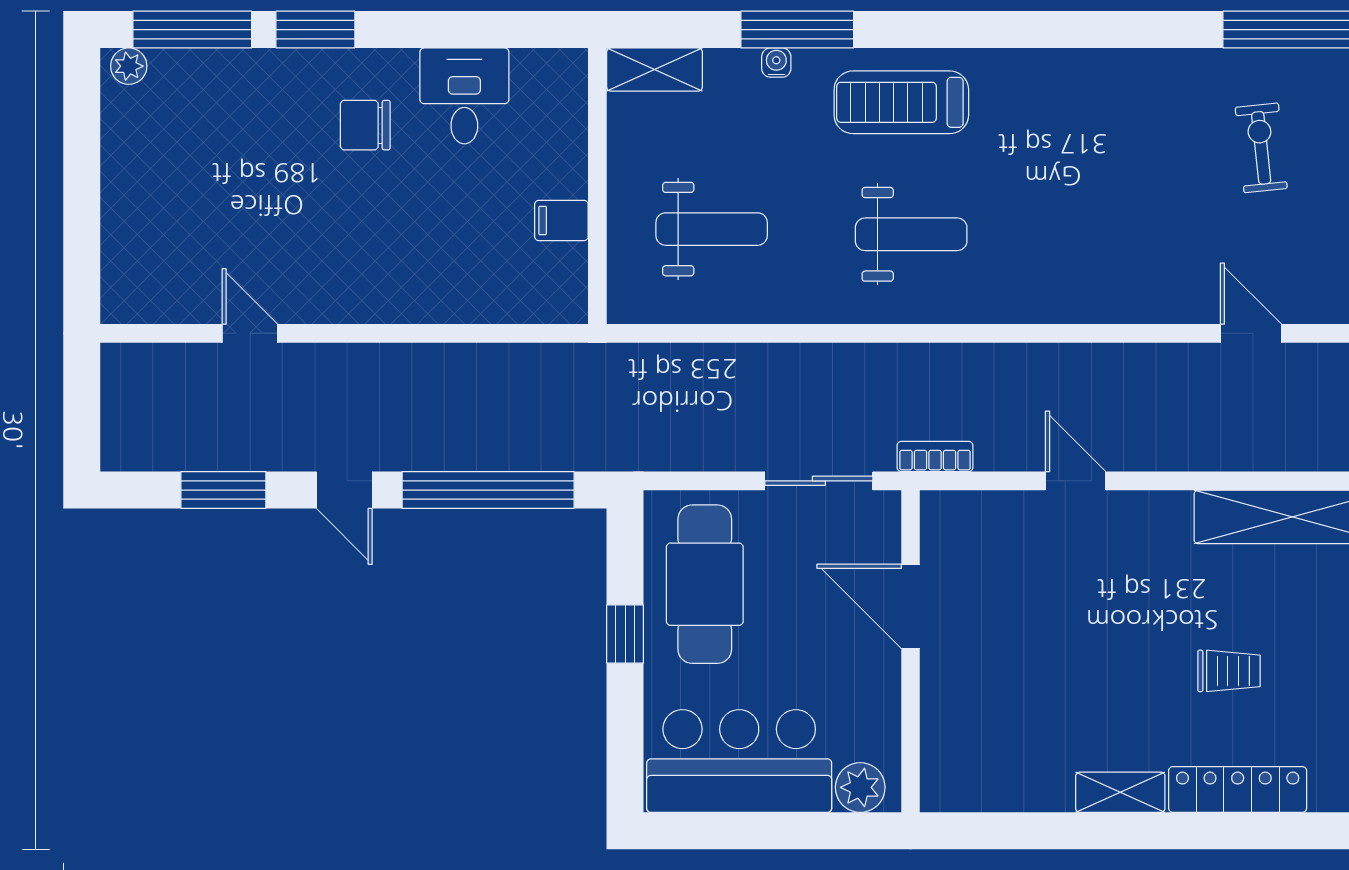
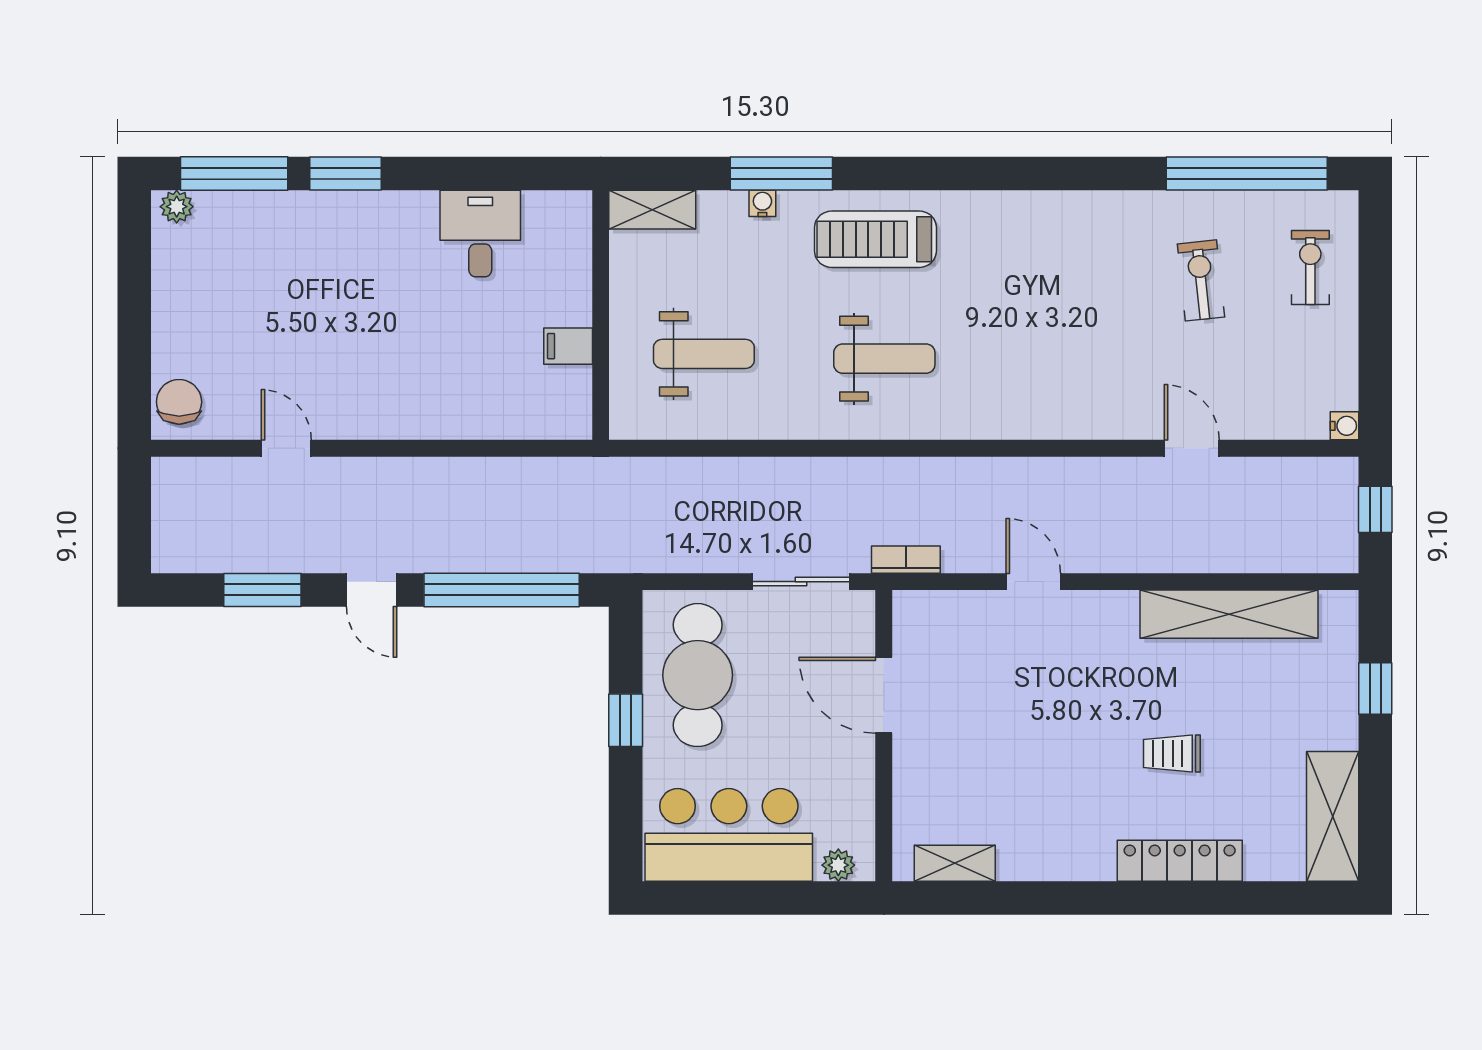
chair: (365, 125) -> (179, 402), moved, turned 90
trolley: (1229, 671) -> (1172, 754), turned 180
plant: (860, 787) -> (838, 865), width x0.73, depth x0.73
shelving: (1120, 792) -> (955, 863), moved

